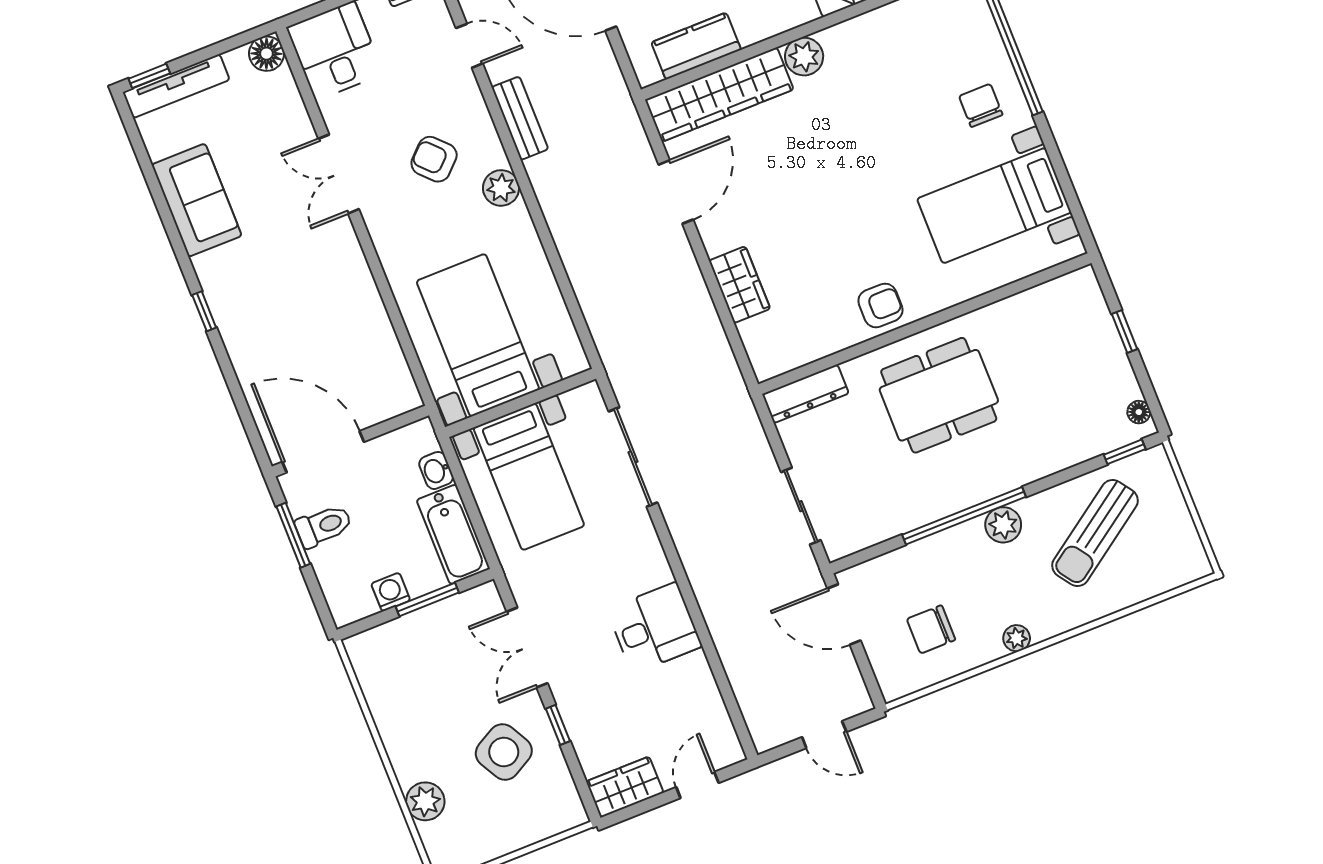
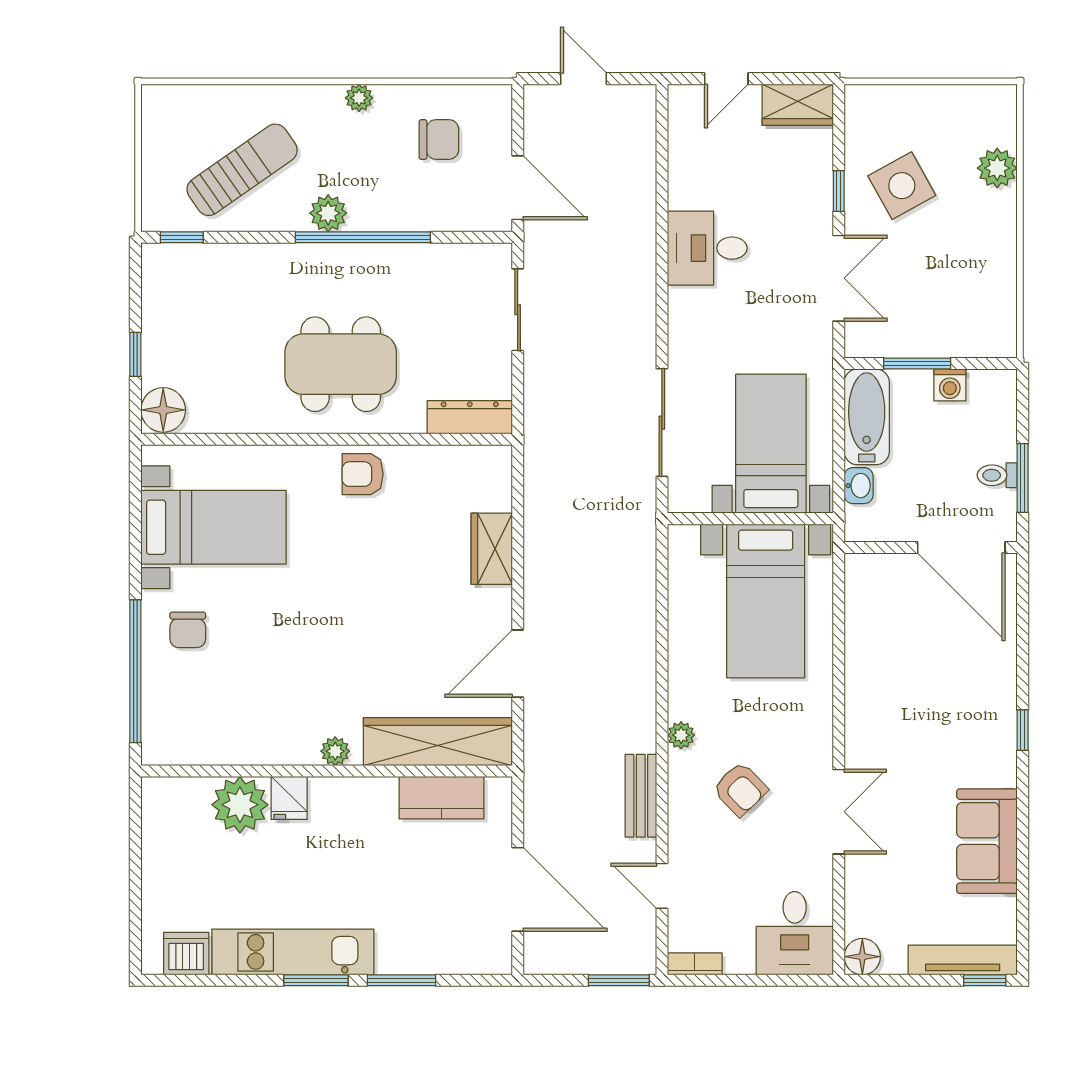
plant: (804, 57) -> (335, 751), width x0.73, depth x0.73
plant: (501, 188) -> (681, 735), width x0.73, depth x0.73
floor lamp: (1139, 412) -> (163, 410), moved, width x1.89, depth x1.89
toilet: (324, 526) -> (997, 475), width x0.73, depth x0.72

